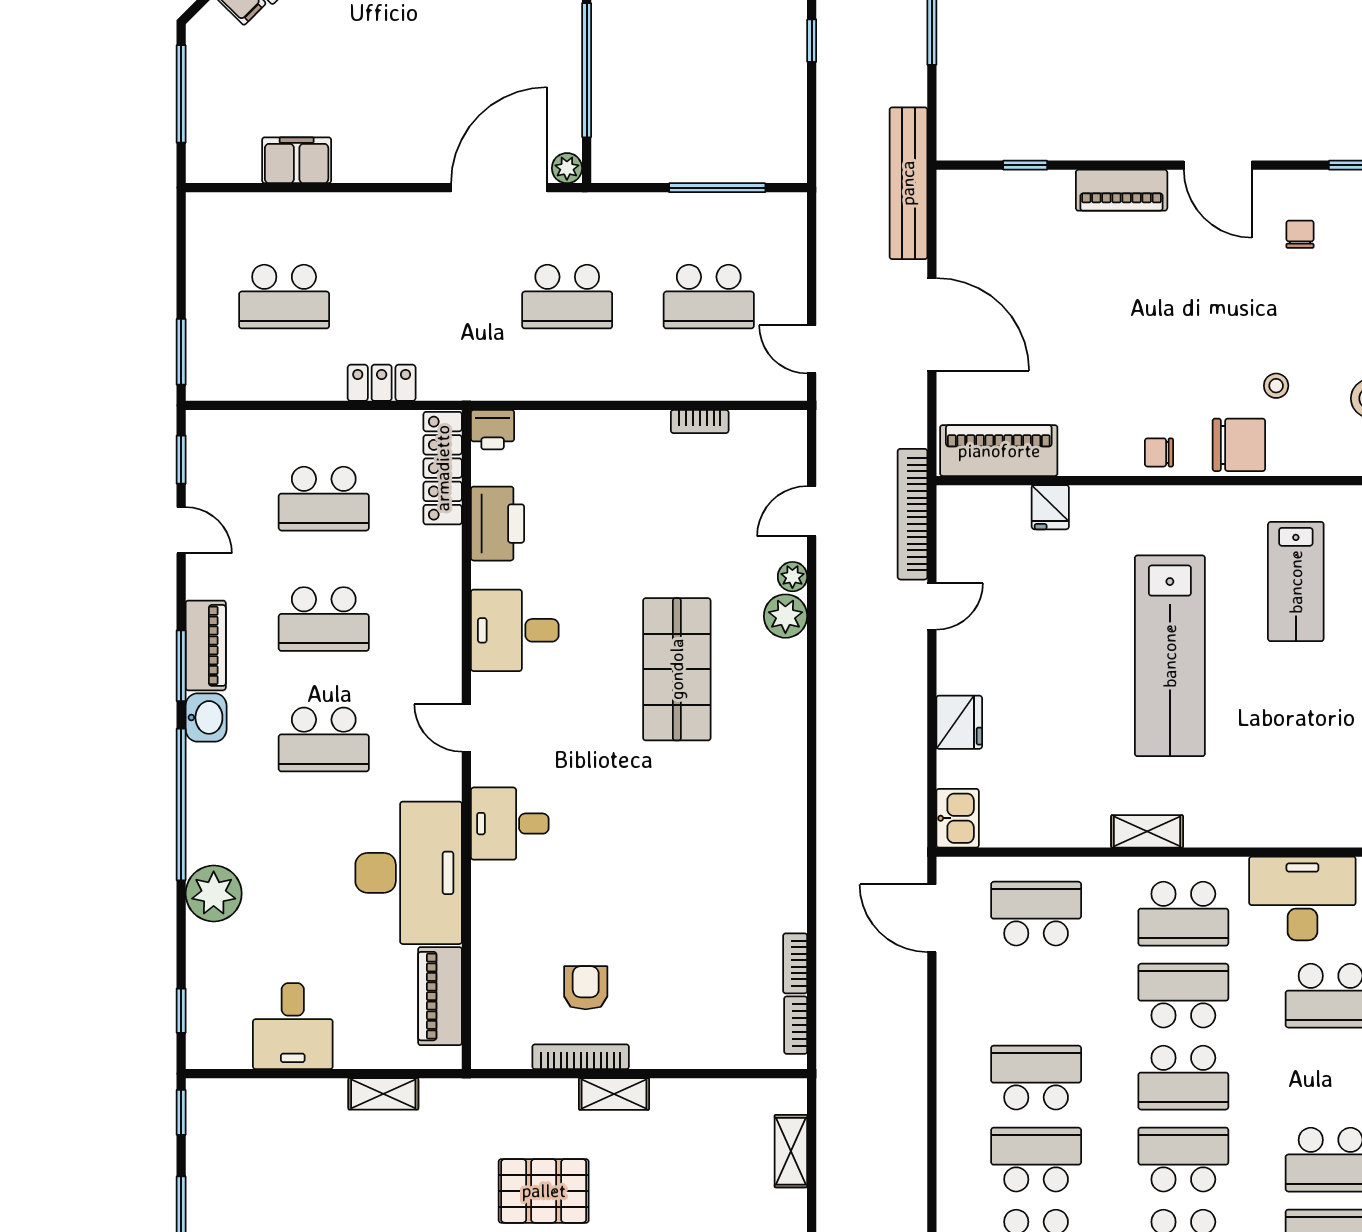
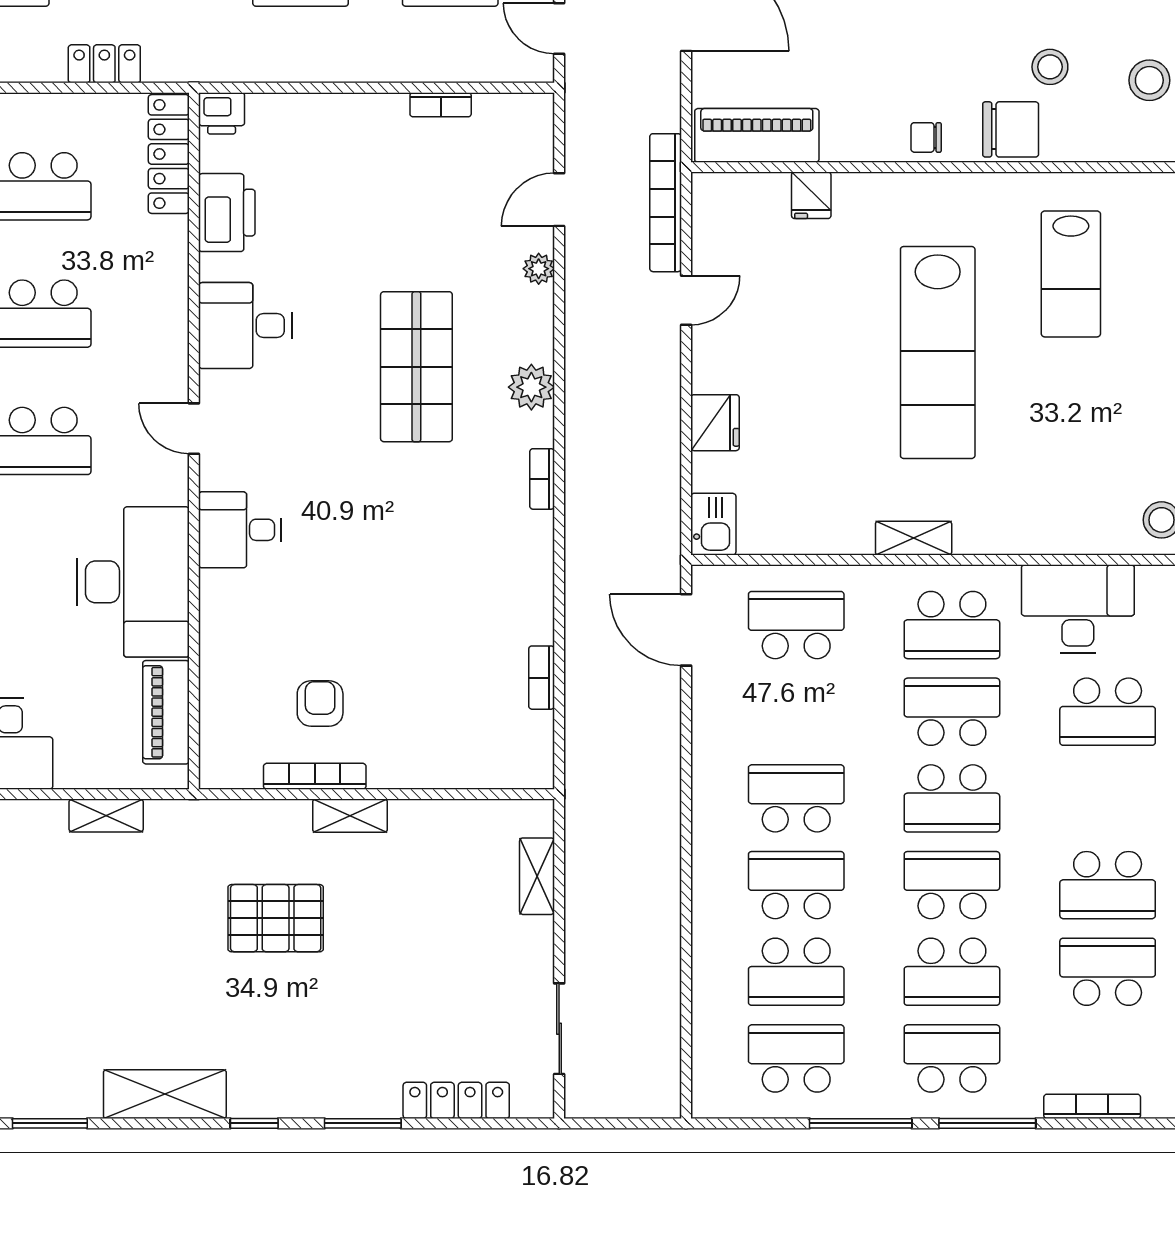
stool: (1276, 386) -> (1050, 67), width x1.37, depth x1.37
plant: (785, 616) -> (531, 387), moved
bookcase: (796, 1025) -> (542, 479), moved

